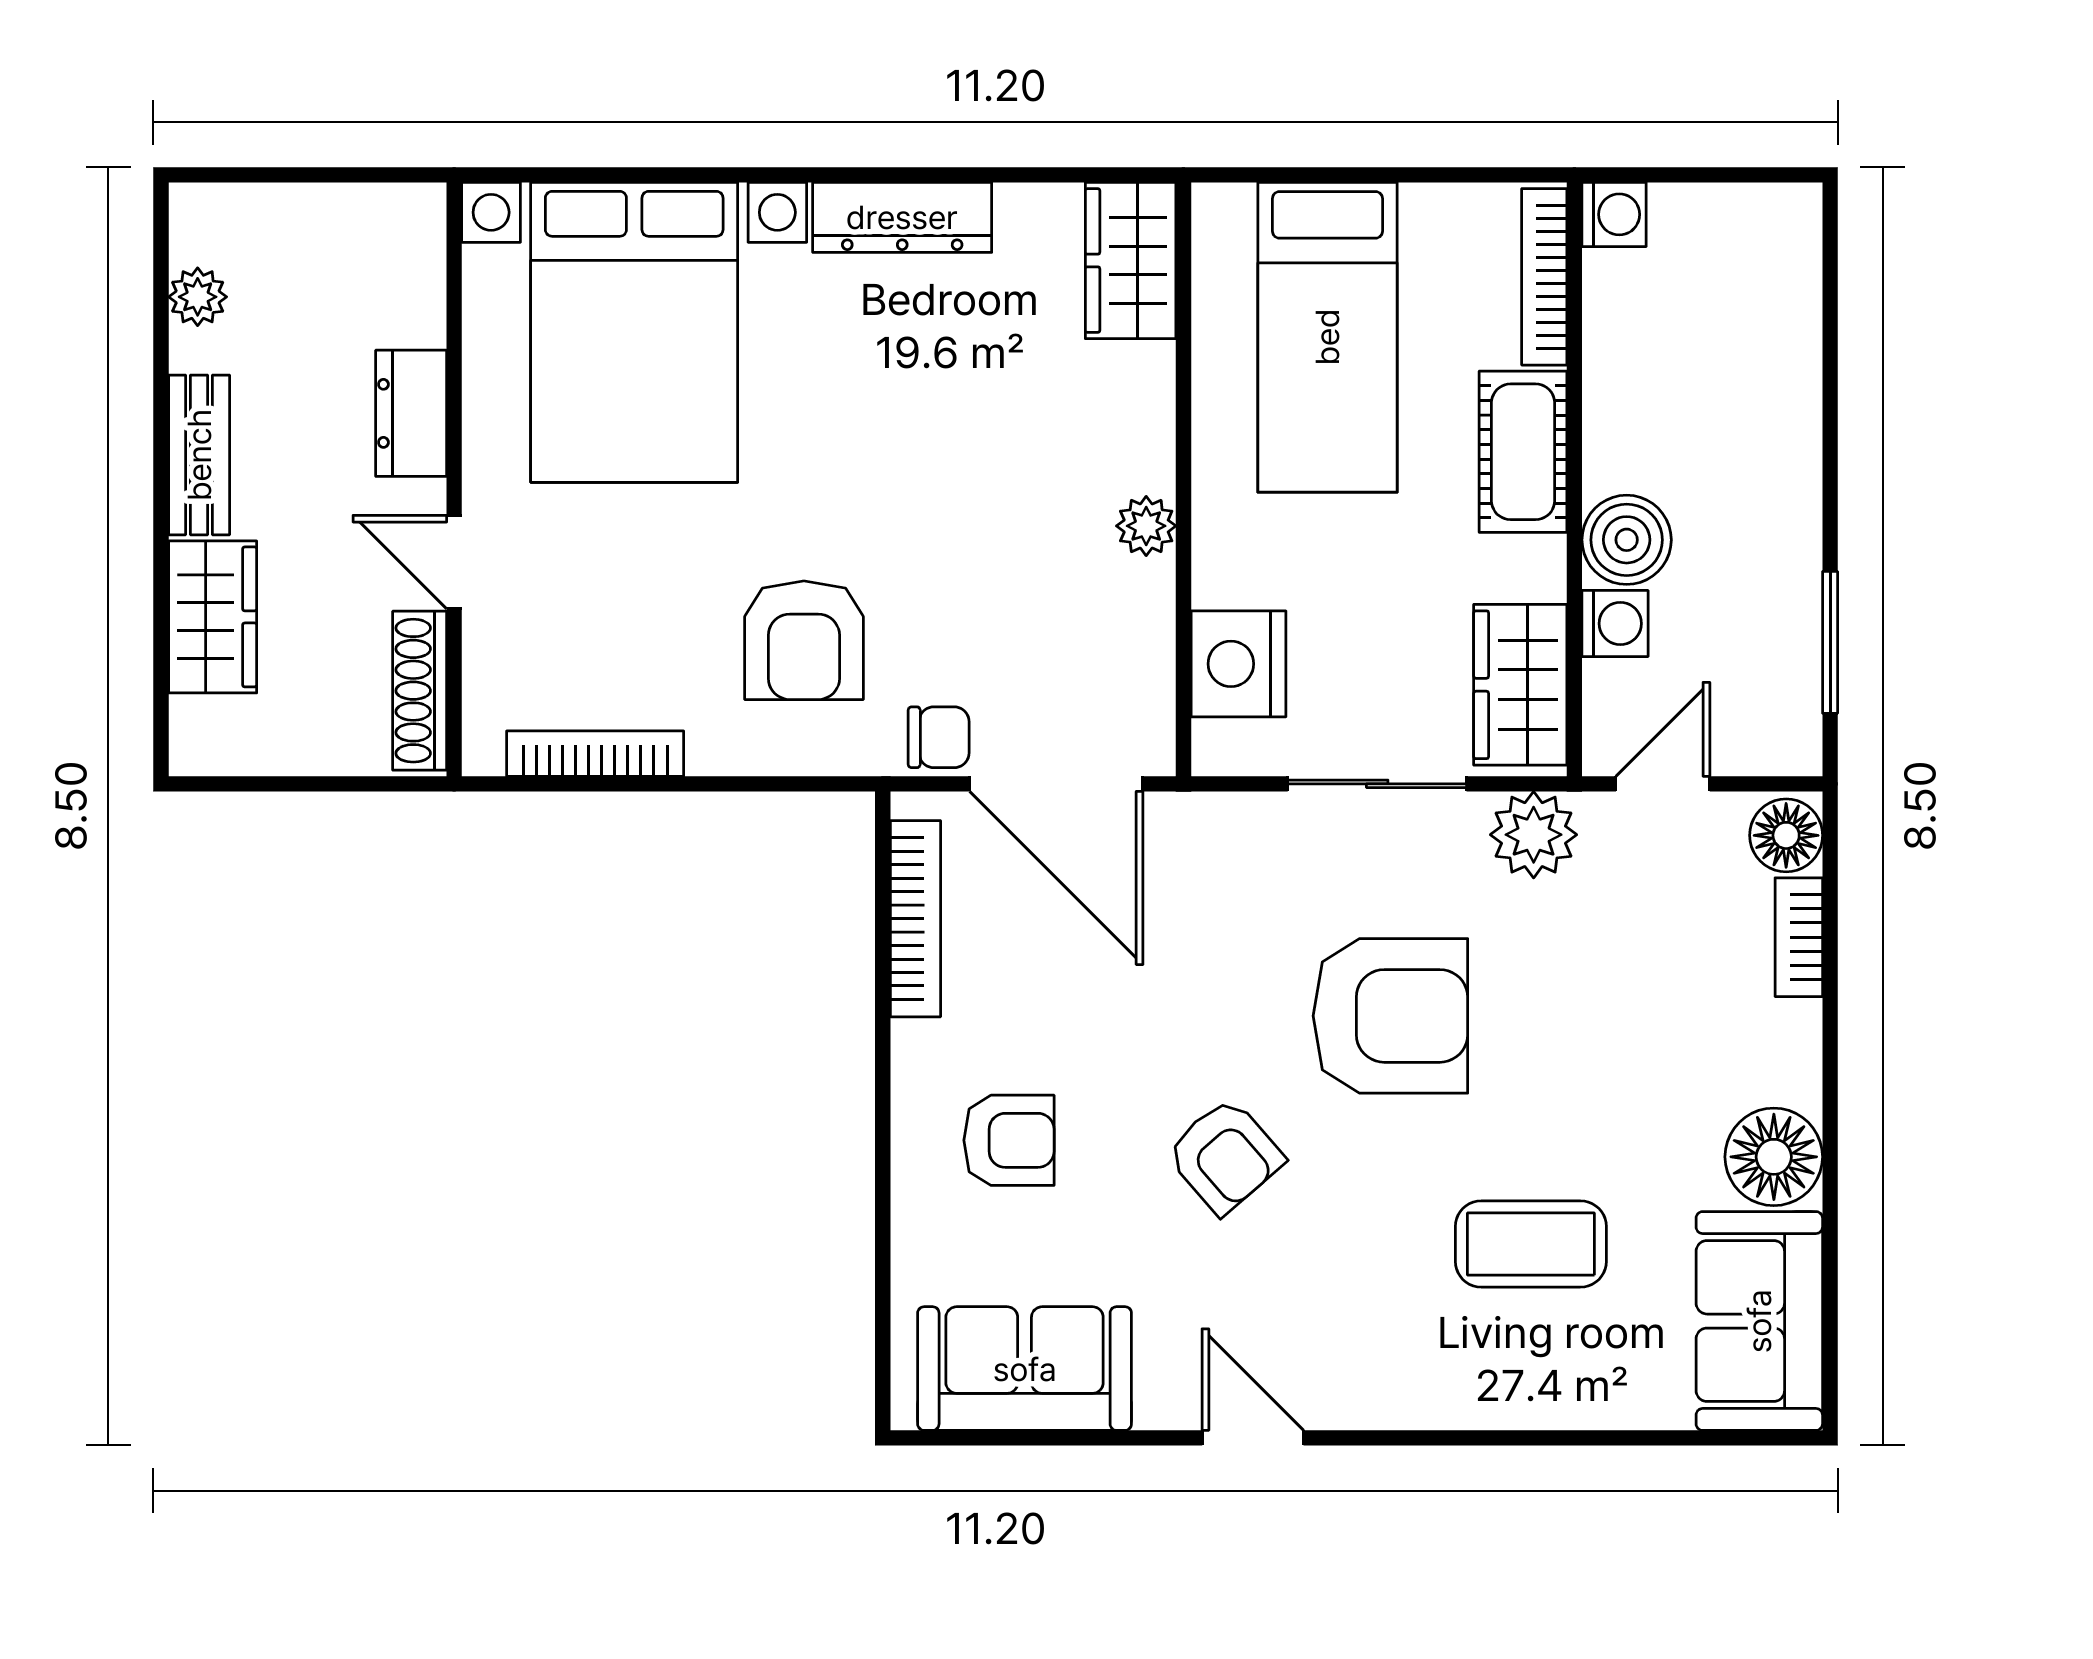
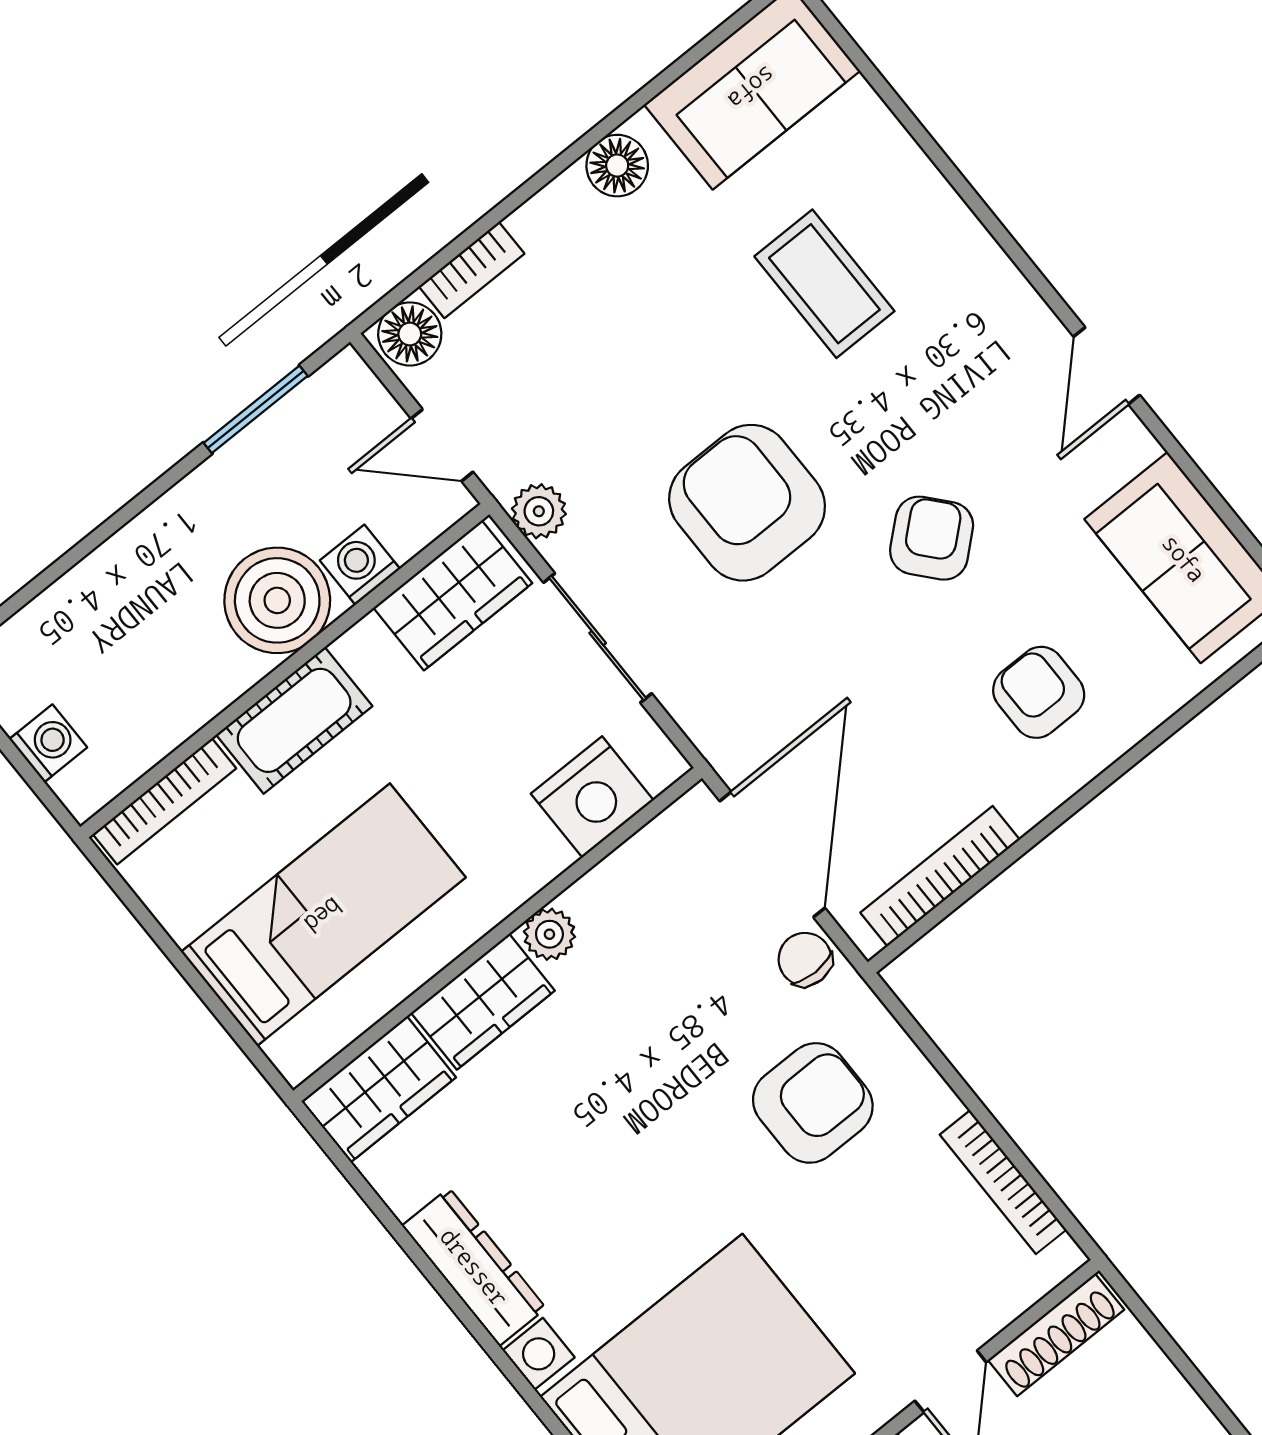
washing machine: (1614, 214) -> (48, 743), moved, turned 90
wardrobe: (1134, 417) -> (483, 1002), added
boiler: (1627, 540) -> (277, 600), width x1.37, depth x1.37
plant: (1534, 835) -> (539, 511), width x0.73, depth x0.73
floor lamp: (1774, 1157) -> (617, 166), width x0.73, depth x0.73

